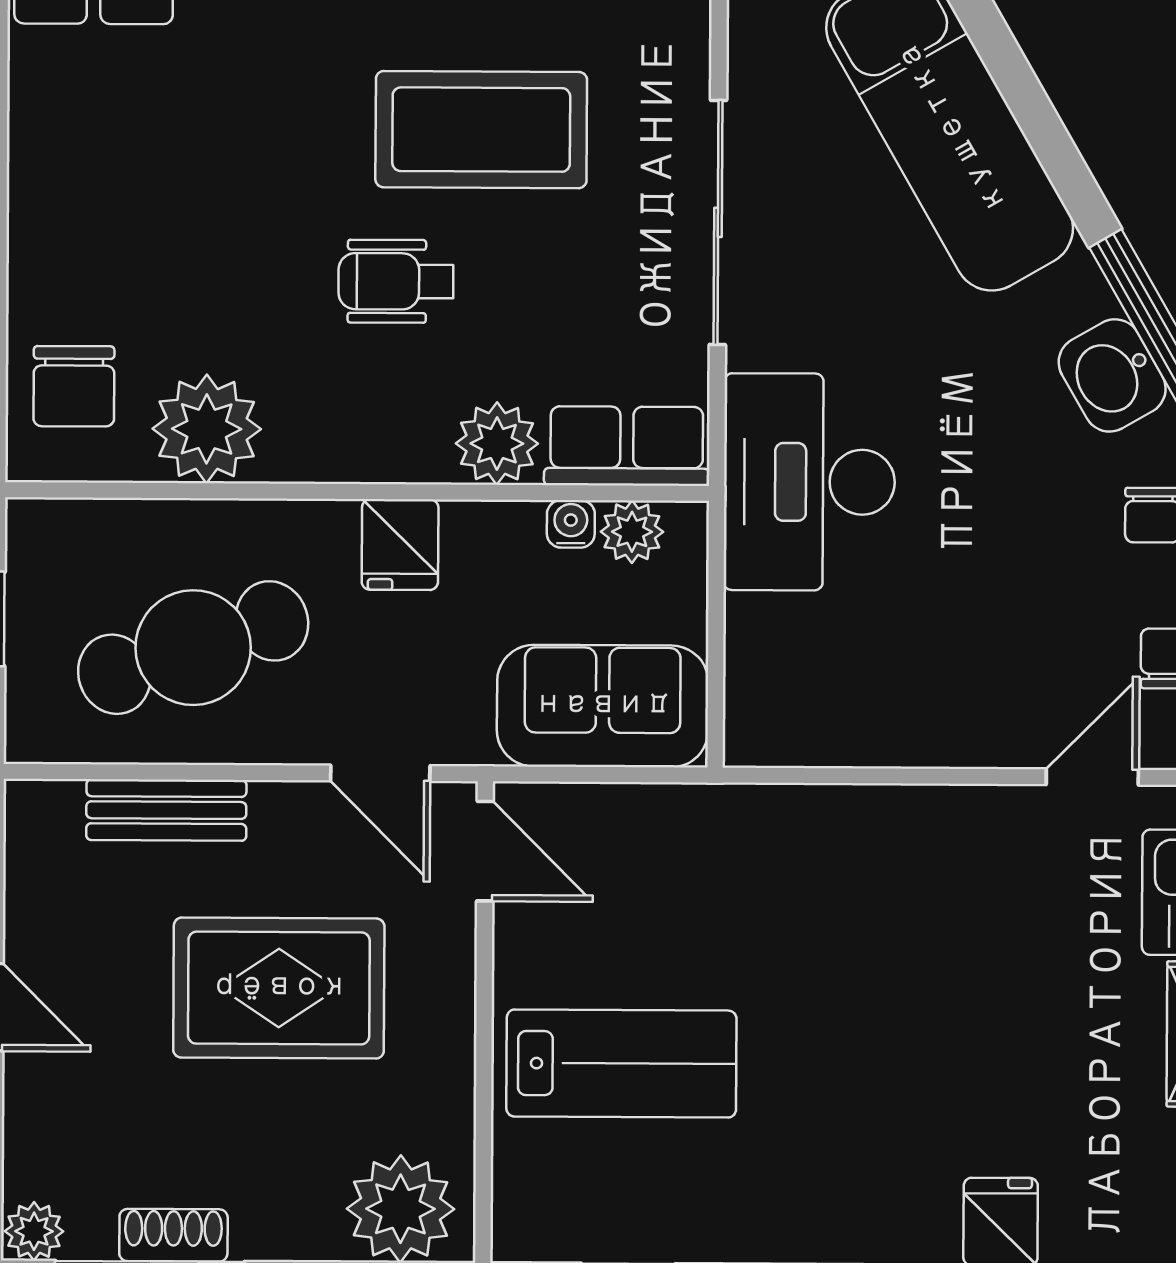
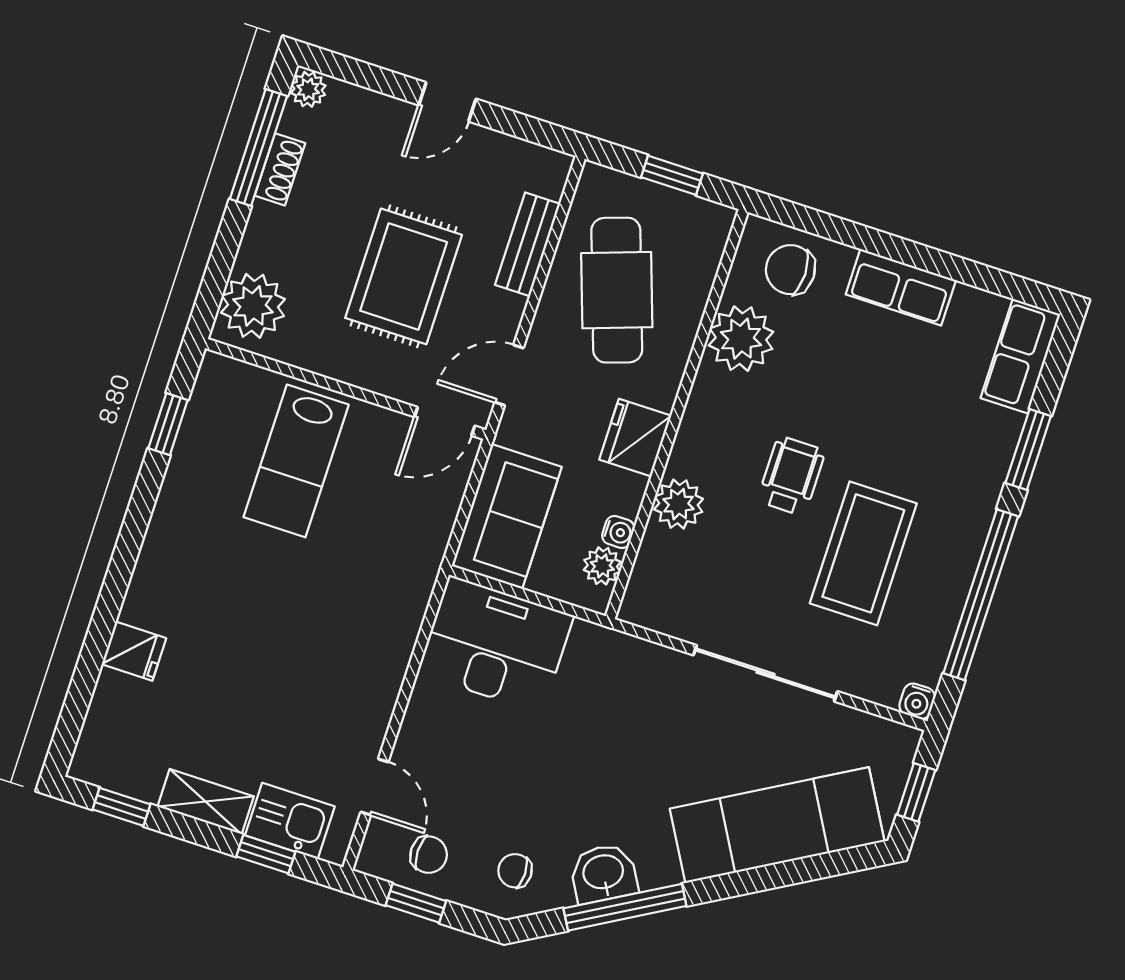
row of seats: (627, 446) -> (901, 287), moved, turned 90
desk: (809, 482) -> (495, 644), moved
fridge: (400, 545) -> (635, 438), width x1.38

